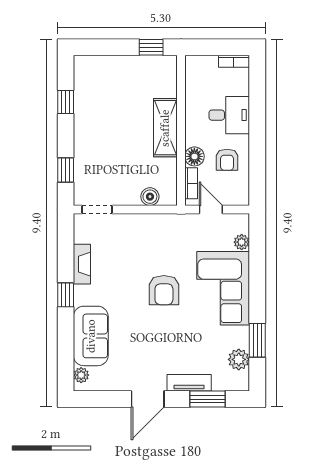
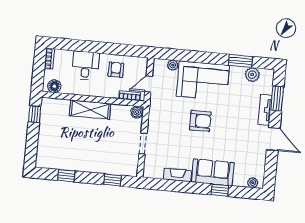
floor lamp: (194, 156) -> (54, 86), moved
armchair: (227, 160) -> (116, 70), turned -90
boiler: (150, 197) -> (137, 112), moved
doorway: (97, 209) -> (143, 144), moved
window: (66, 295) -> (220, 190), moved
sofa: (91, 336) -> (213, 172), moved

